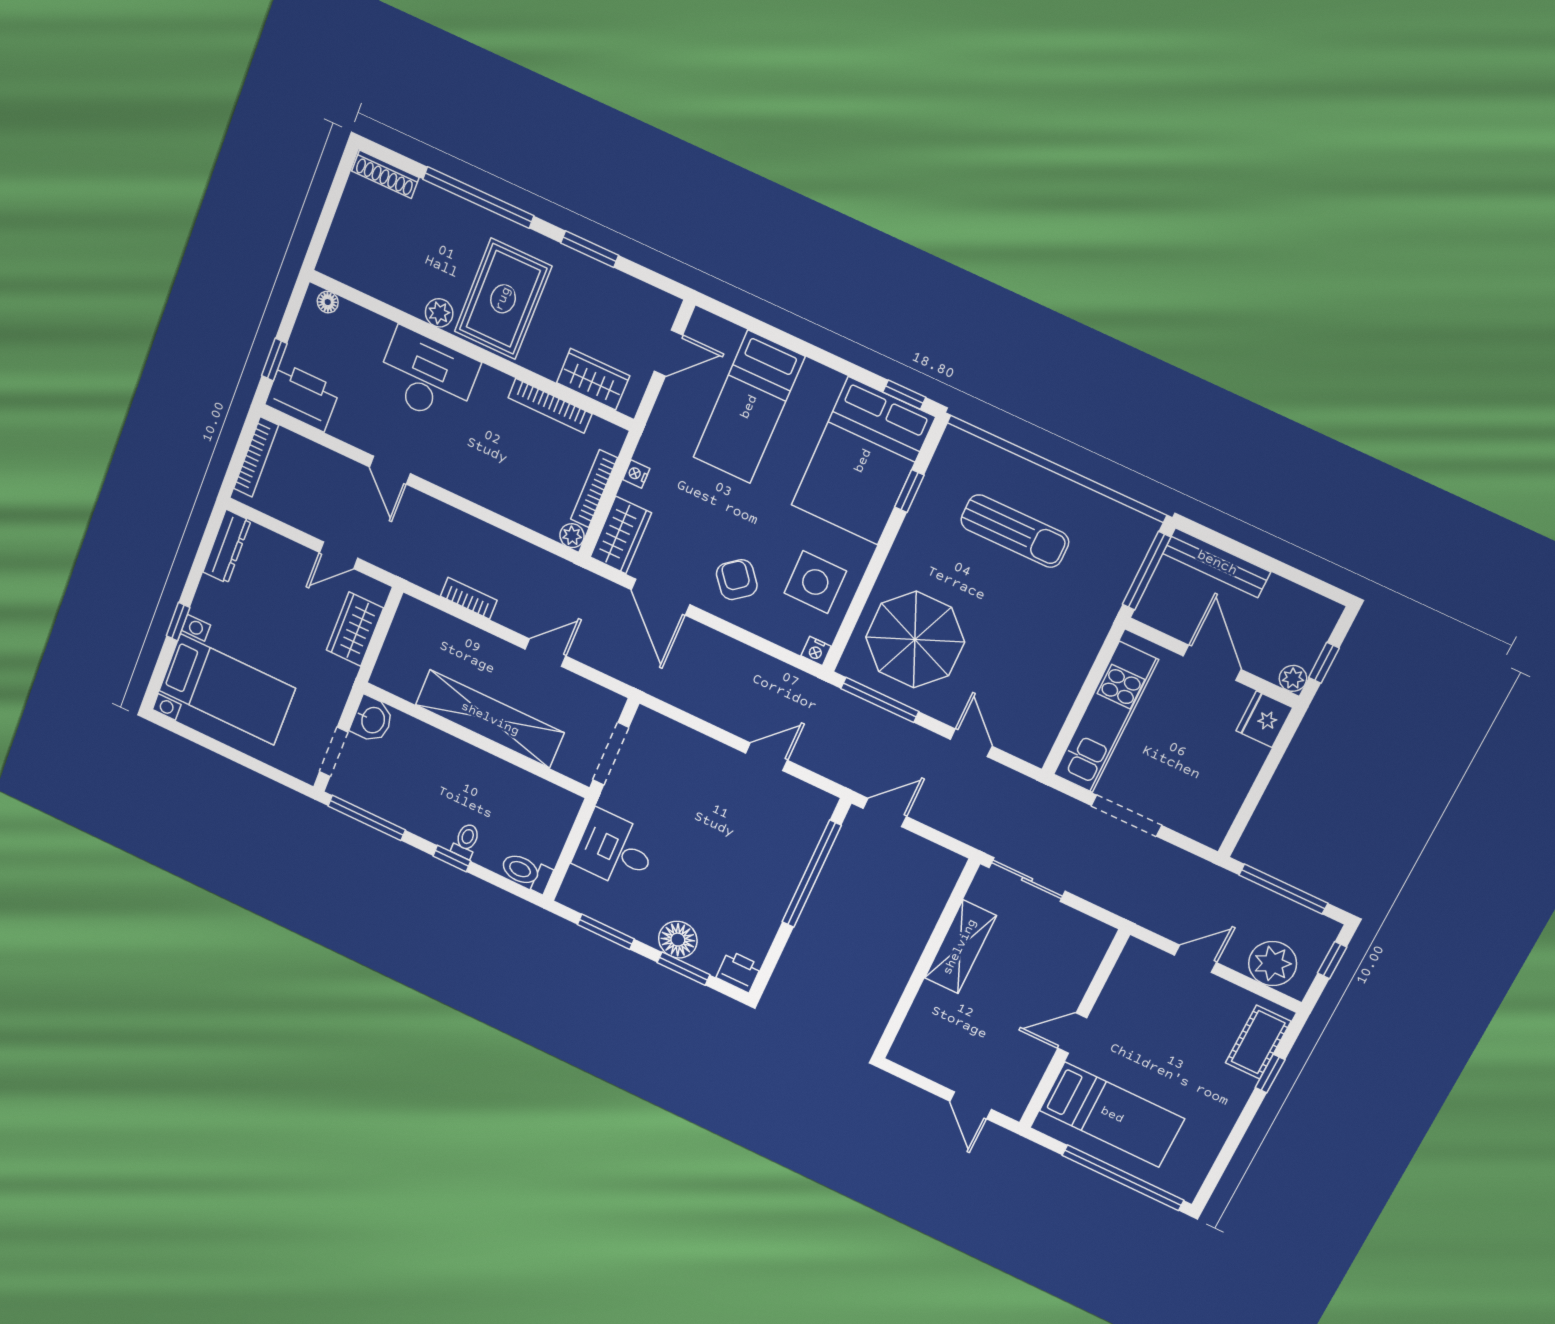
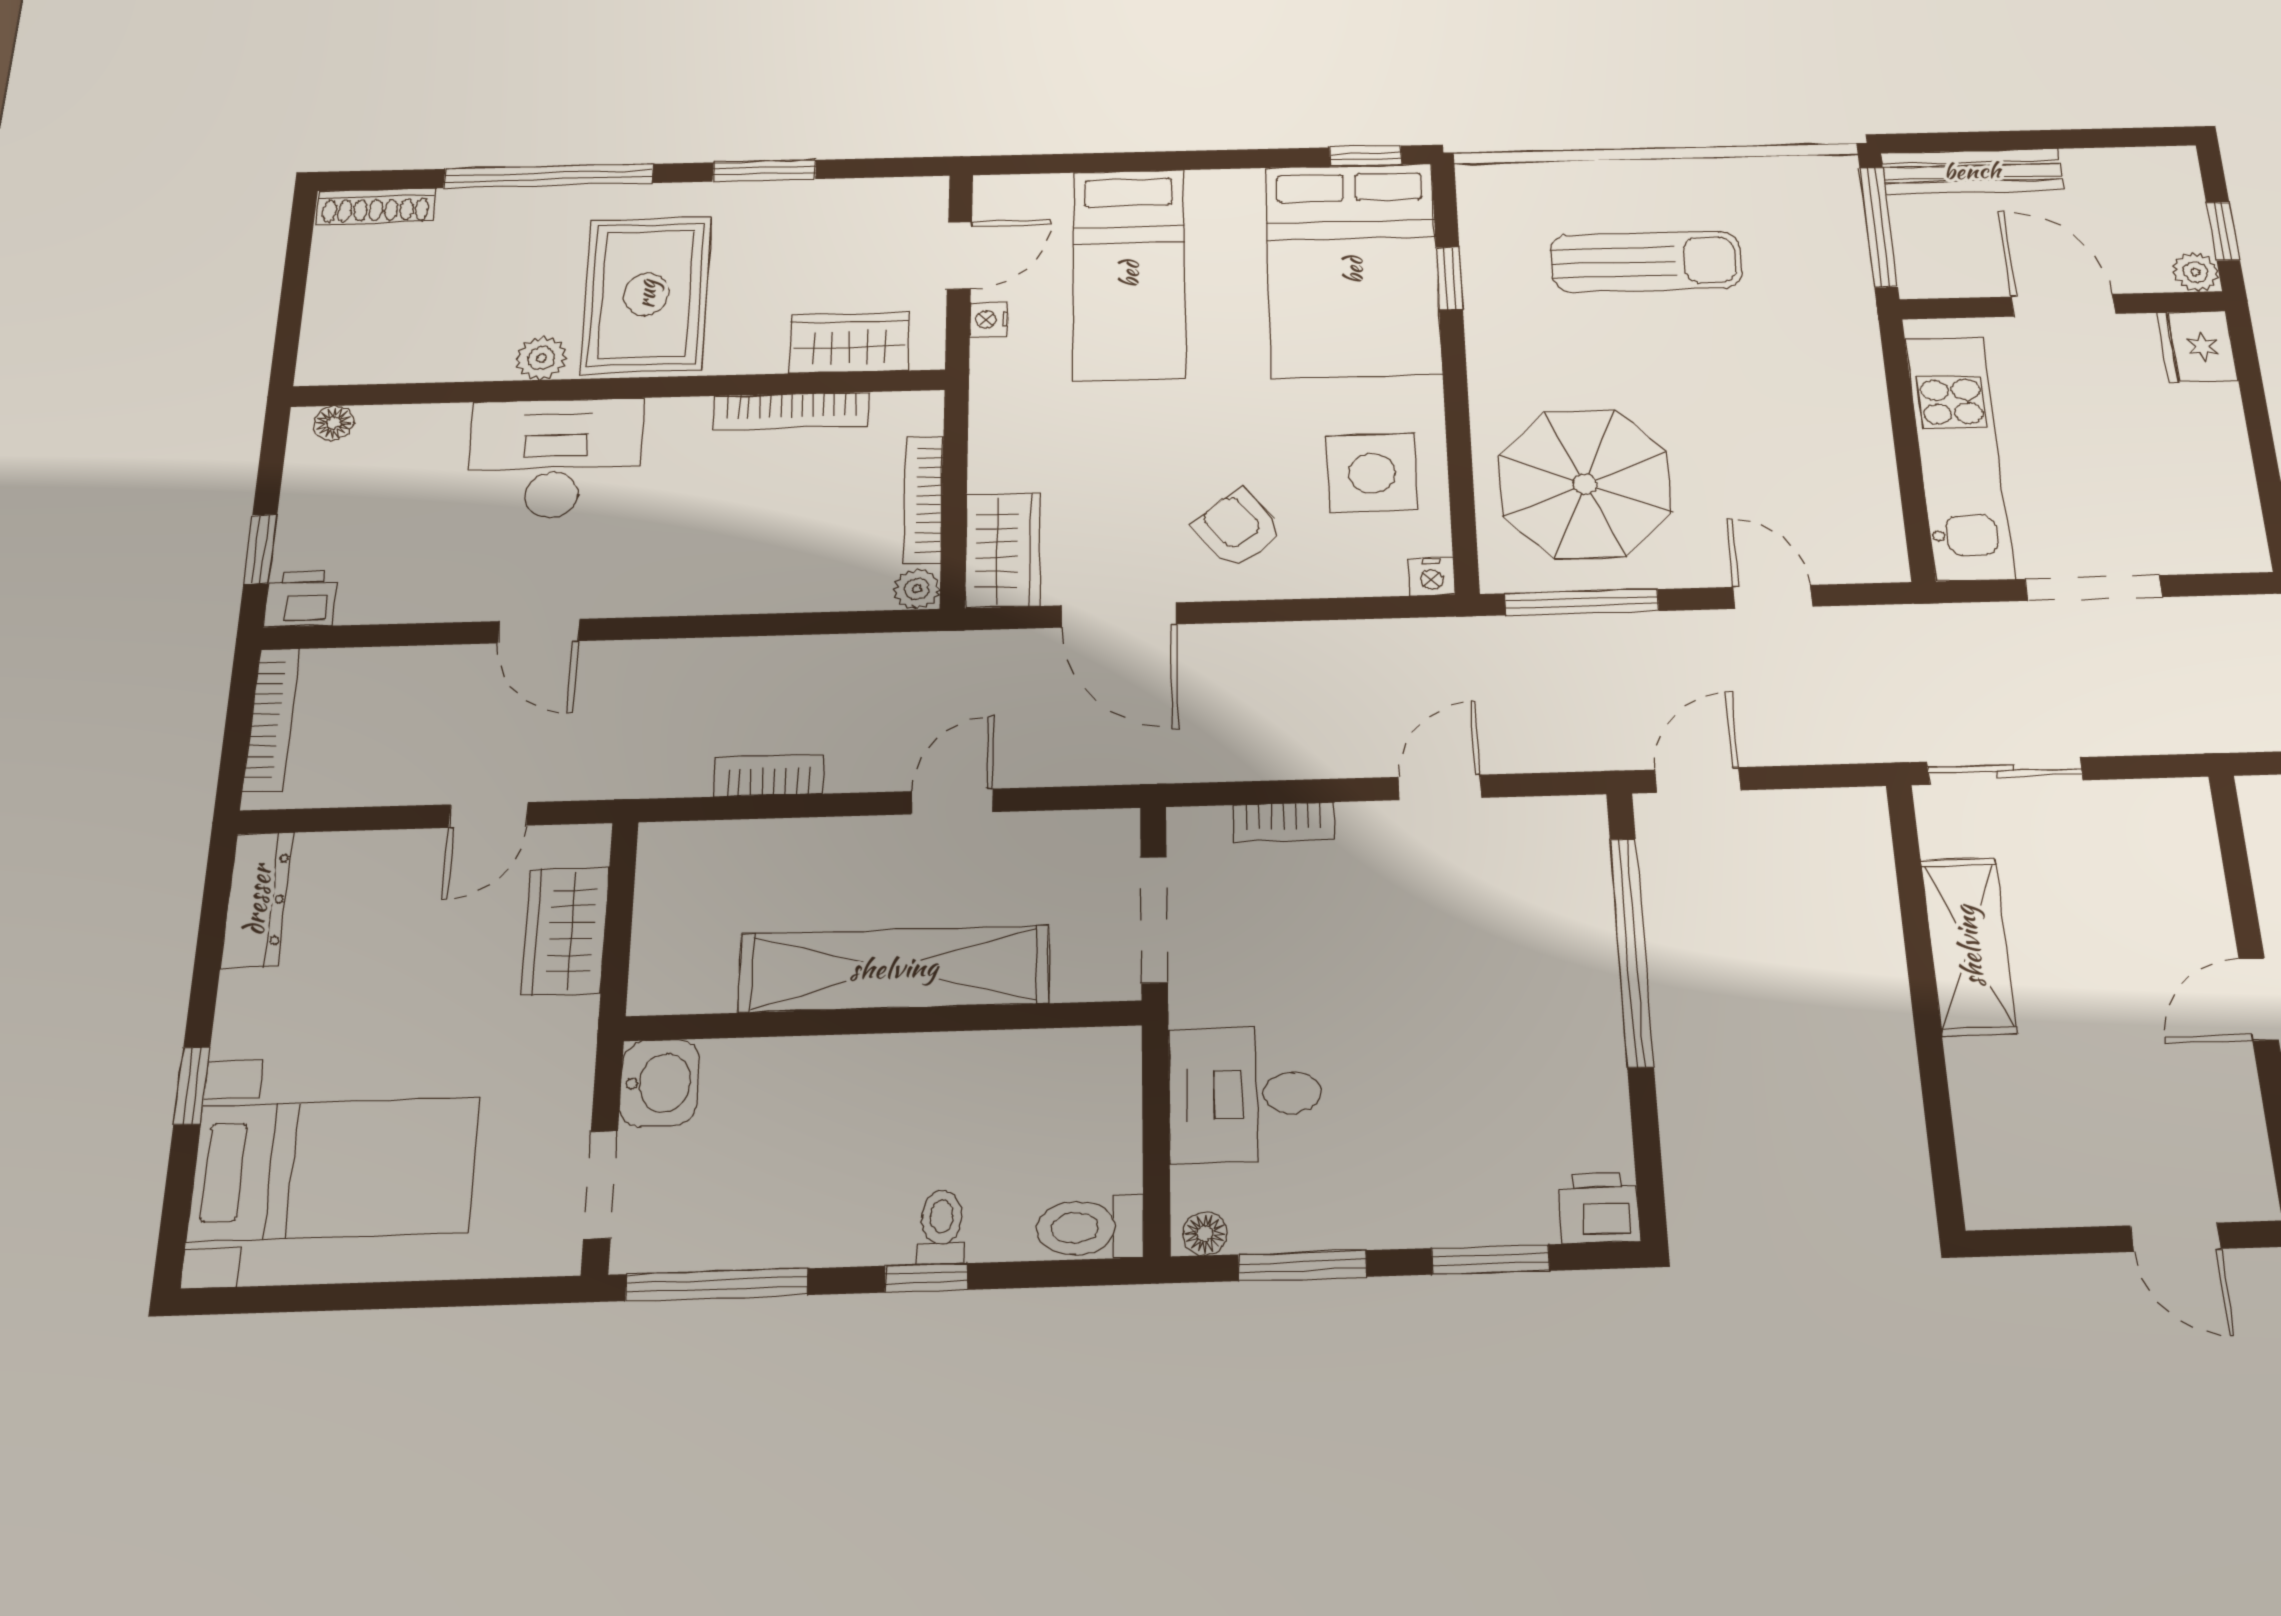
printer: (302, 397) -> (301, 599), width x0.53, depth x0.68
nightstand: (636, 474) -> (989, 319), moved
bookcase: (689, 738) -> (1284, 822), added
floor lamp: (678, 940) -> (1205, 1234), moved, width x0.53, depth x0.53

